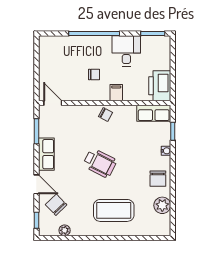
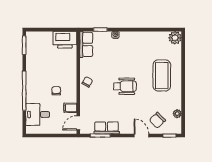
desk: (126, 51) -> (38, 114), moved
filing cabinet: (116, 93) -> (70, 108), moved
row of seats: (46, 154) -> (107, 128), moved
wheelchair: (100, 163) -> (125, 86), turned 63
chair: (158, 179) -> (137, 41), removed
door: (36, 184) -> (142, 136), hinge flipped
plant: (162, 205) -> (175, 38), moved

